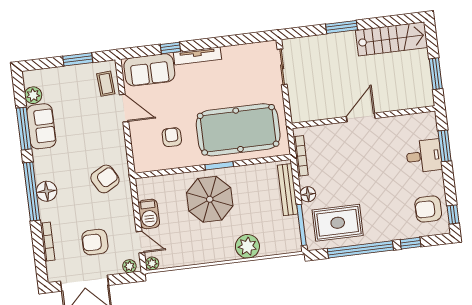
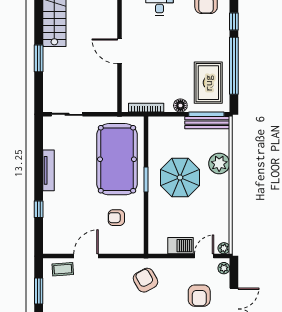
tv unit: (197, 56) -> (48, 170), moved
sofa: (149, 70) -> (55, 230), removed
bench: (288, 190) -> (207, 123), moved
parasol: (210, 199) -> (180, 178), moved

